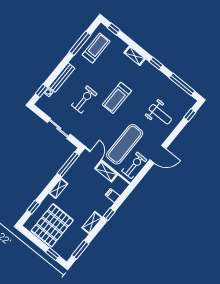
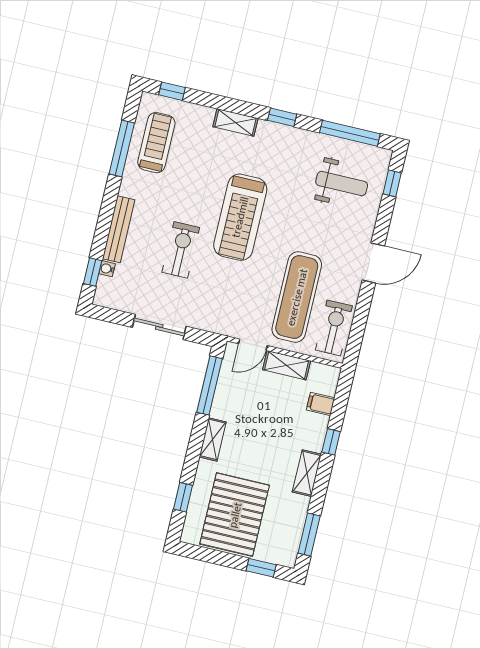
treadmill: (117, 98) -> (240, 217), width x1.37, depth x1.38
weight bench: (160, 114) -> (342, 183), moved
door: (158, 154) -> (373, 263), moved
door: (96, 156) -> (253, 345), swing flipped

